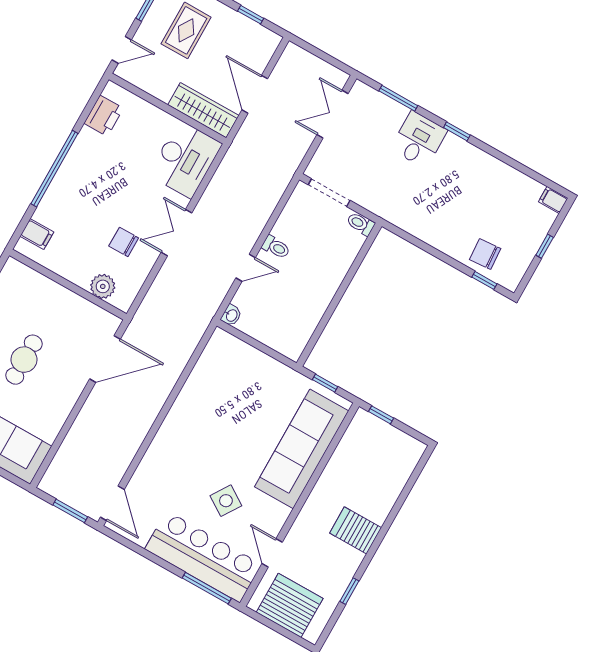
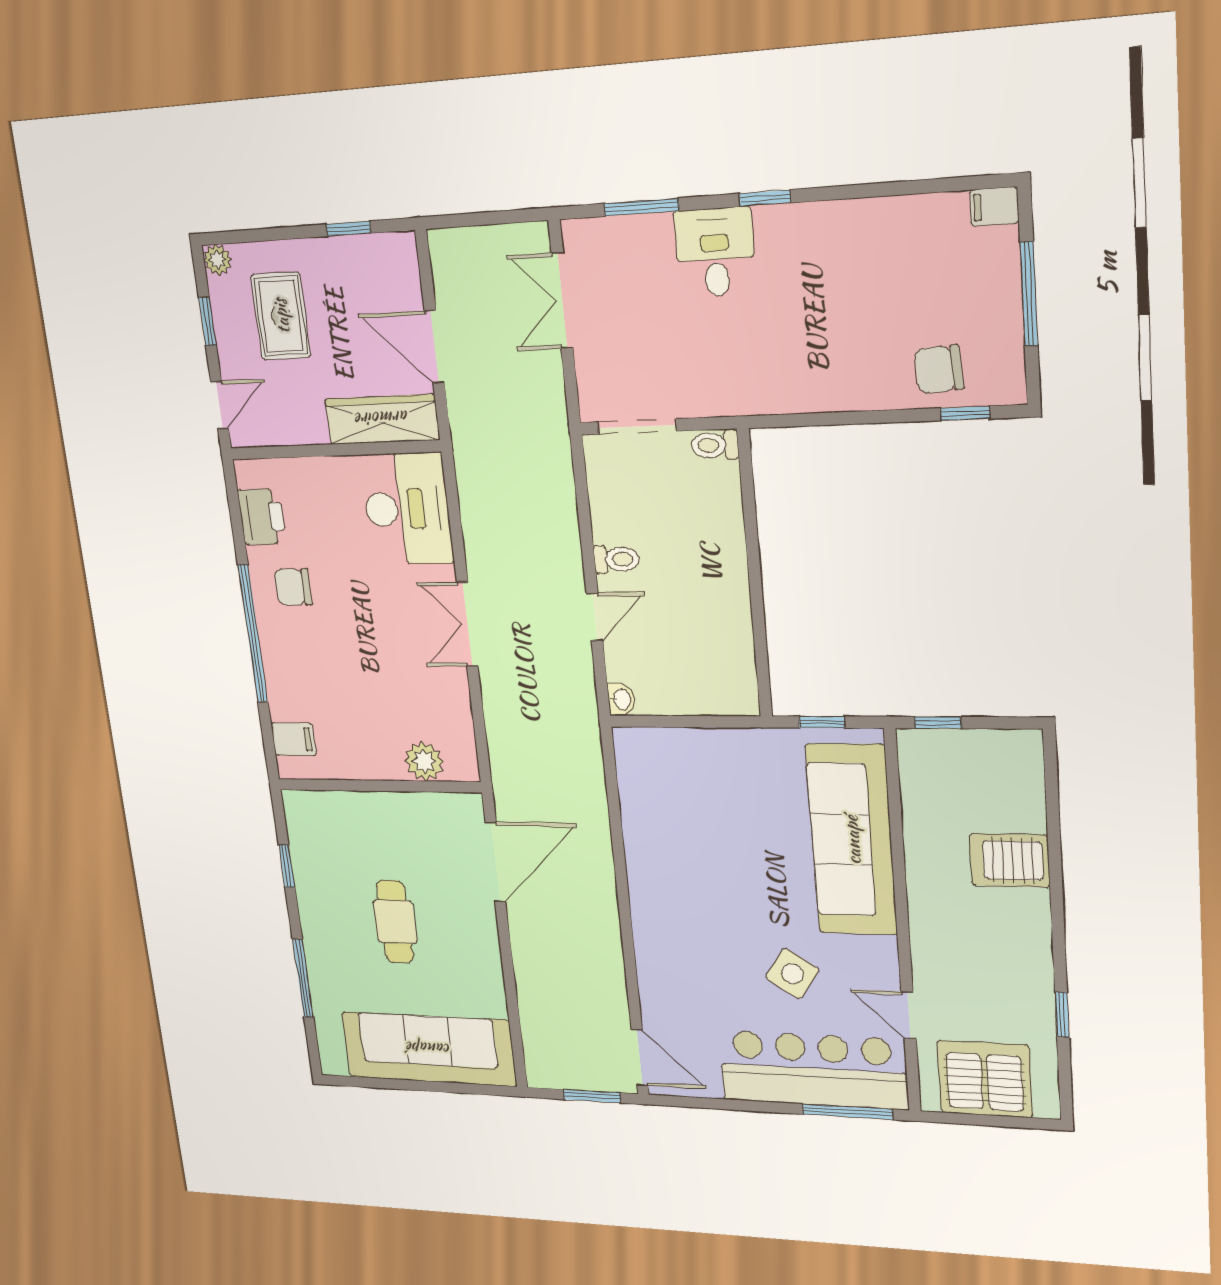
chair: (124, 242) -> (293, 587), moved
window: (545, 246) -> (1029, 294), width x2.17
server rack: (356, 530) -> (1010, 860), moved

